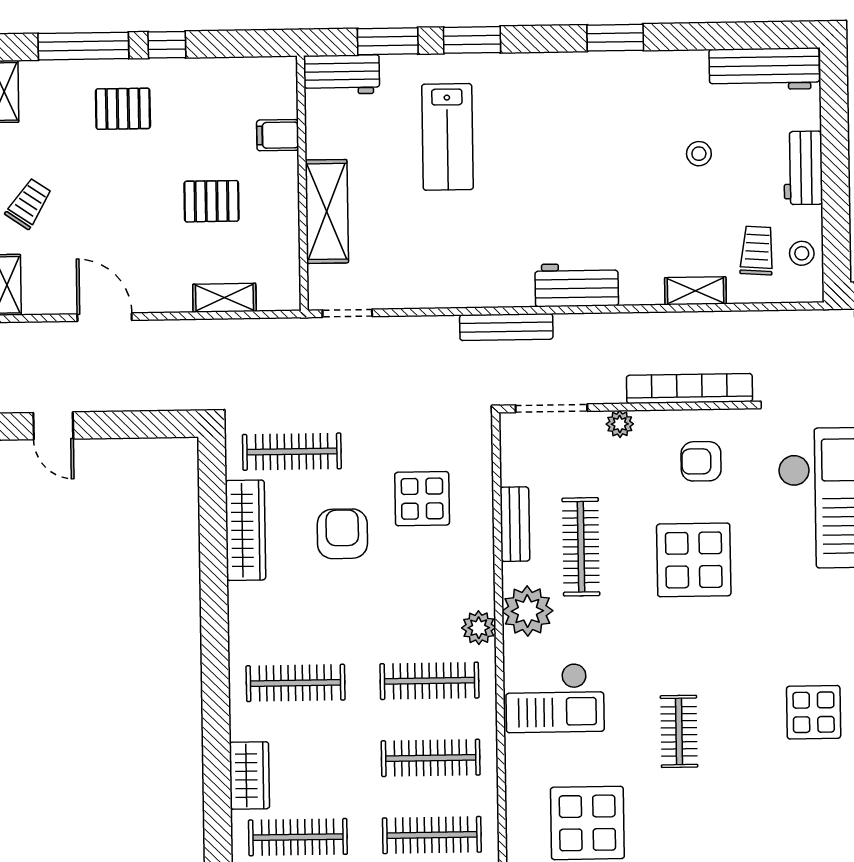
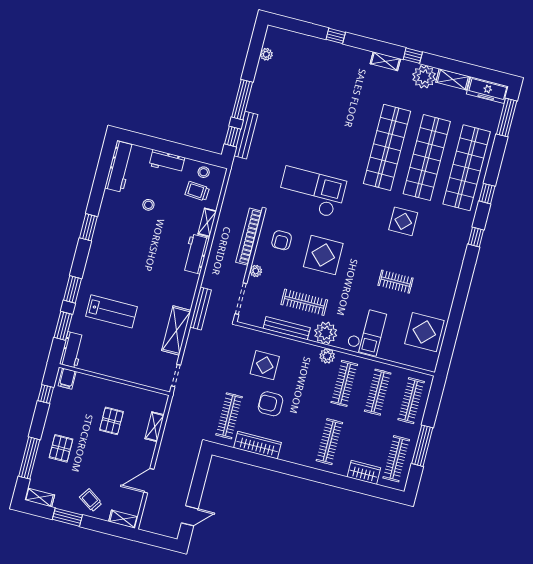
window: (167, 45) -> (46, 394), moved
filing cabinet: (278, 135) -> (67, 379), moved
shelving: (327, 211) -> (176, 330), moved, turned 90
workbench: (577, 285) -> (196, 254), moved
bench: (515, 524) -> (287, 328), width x1.36

